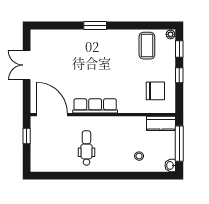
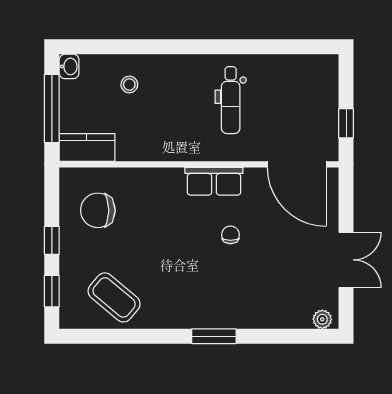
plant: (171, 34) -> (322, 319), moved
coffee table: (147, 46) -> (114, 297), turned -50
chair: (87, 78) -> (230, 235), added
row of seats: (95, 106) -> (214, 181), width x0.68

